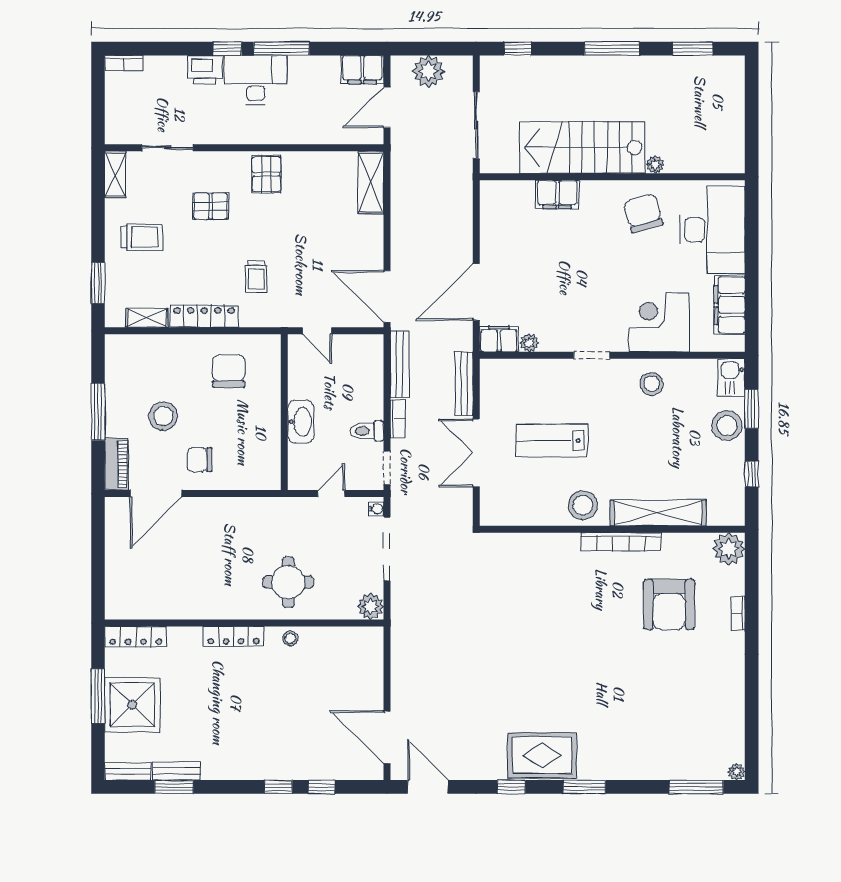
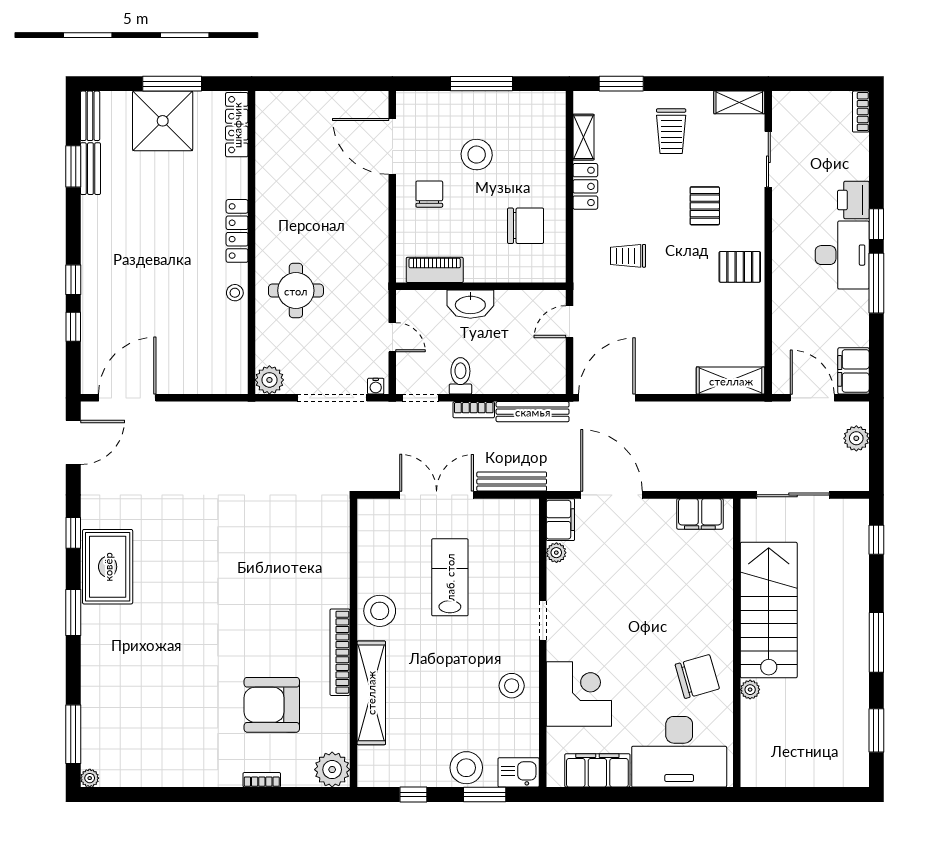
plant: (428, 71) -> (856, 438), width x0.73, depth x0.73
filing cabinet: (557, 194) -> (700, 514), moved, turned -90
locker: (204, 316) -> (585, 186), width x0.66
piano: (116, 464) -> (435, 270), moved, turned 180

